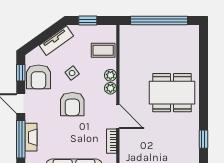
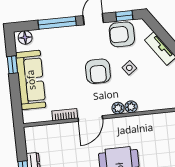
coffee table: (103, 50) -> (156, 97), removed
armchair: (72, 104) -> (98, 71), turned -90
fireplace: (31, 137) -> (60, 33), removed

